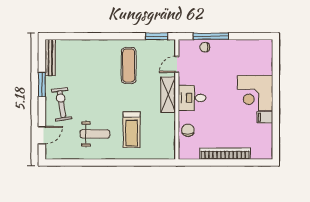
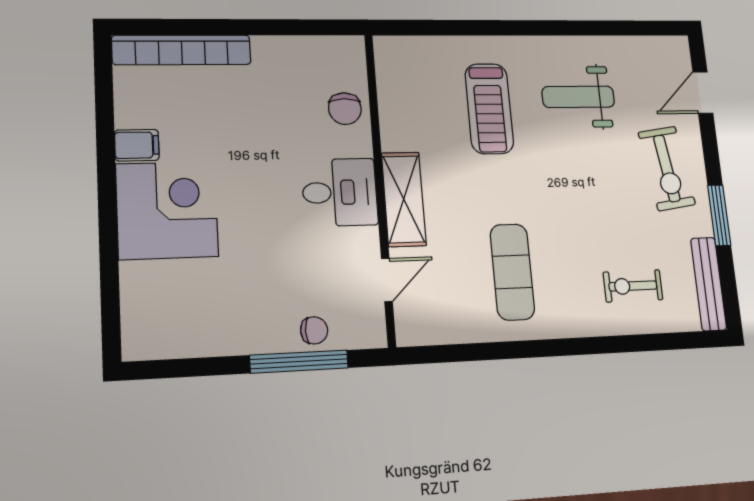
window: (157, 36) -> (447, 354), removed
exercise bike: (81, 58) -> (633, 286), added
treadmill: (132, 130) -> (489, 109), turned 180
bookcase: (225, 154) -> (182, 50), moved

